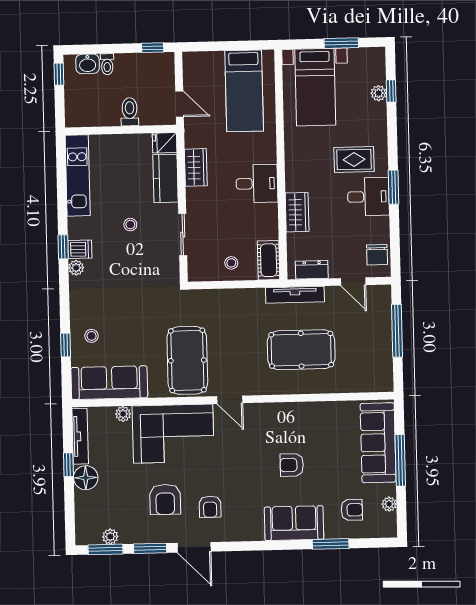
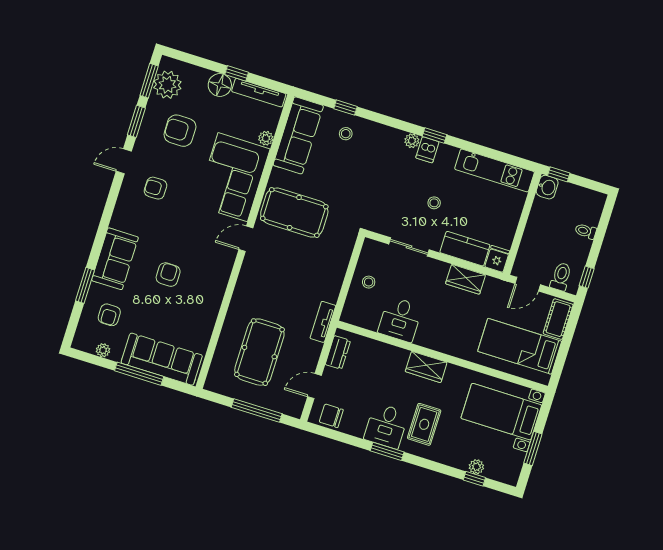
washbasin: (88, 64) -> (547, 187), moved, turned 180
window: (59, 74) -> (559, 174), moved
toilet: (130, 112) -> (561, 277), moved, turned -90
desk: (257, 184) -> (400, 319), moved
wardrobe: (297, 212) -> (426, 367), moved
cot: (269, 260) -> (558, 319), moved, turned 90
tv unit: (295, 295) -> (323, 322), width x0.71
pool table: (301, 350) -> (259, 352), moved
armchair: (165, 499) -> (180, 131), moved
plant: (110, 537) -> (167, 85), width x1.88, depth x1.88
door: (194, 547) -> (124, 161), width x0.73

